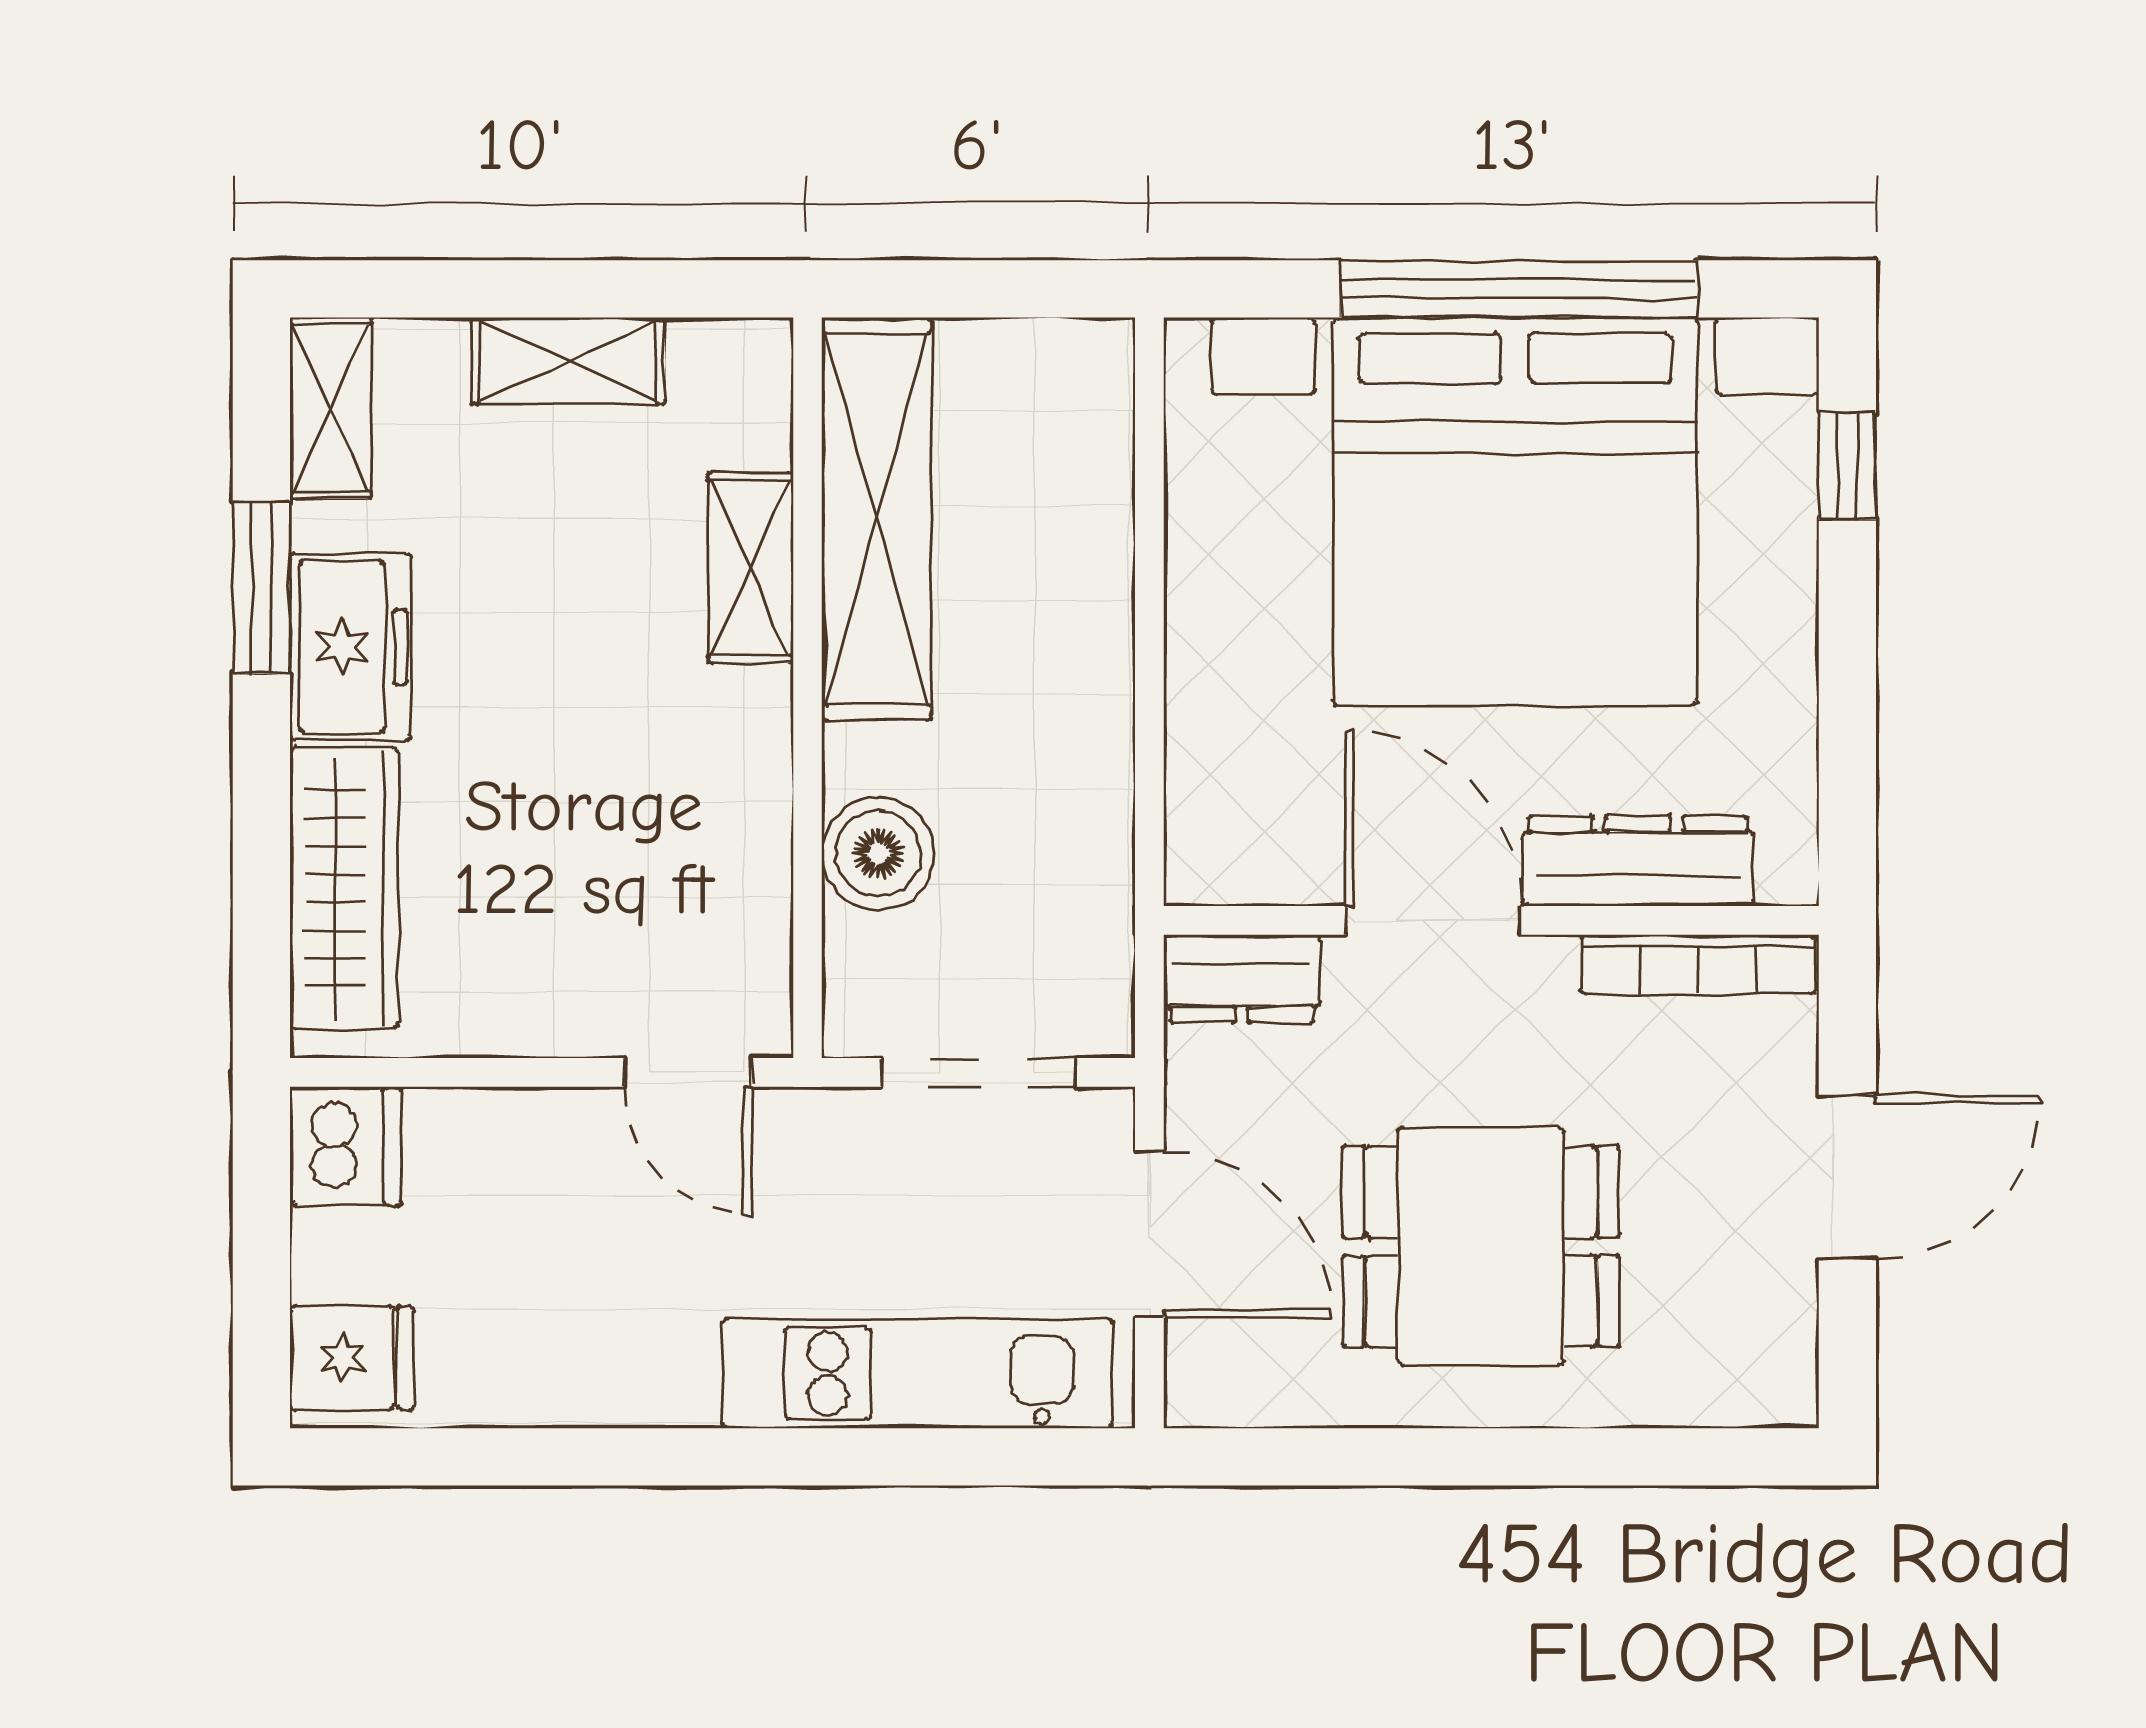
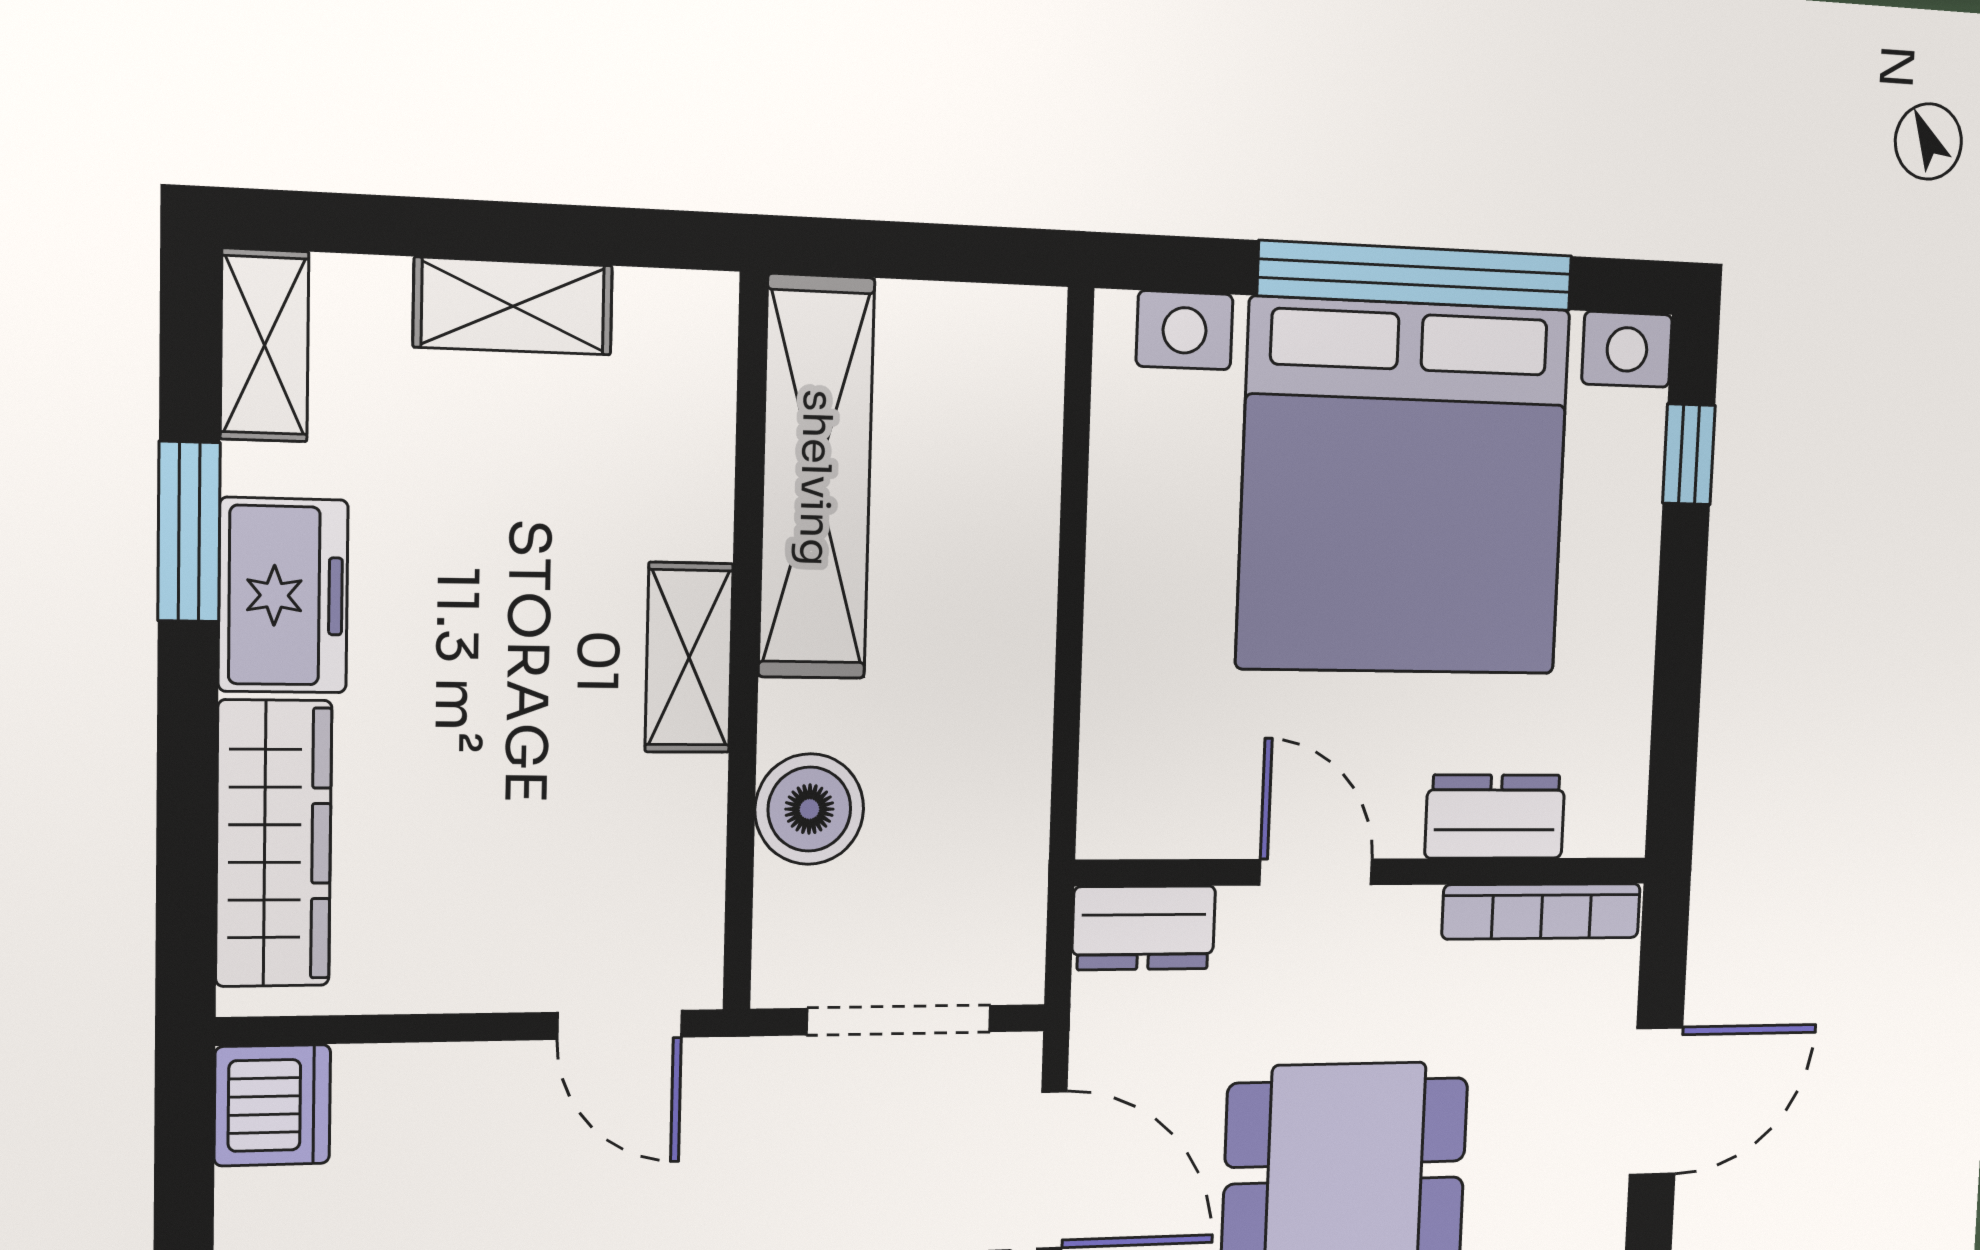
shelving: (751, 568) -> (689, 658), moved
dresser: (1638, 861) -> (1495, 817), width x0.70
door: (1433, 920) -> (1316, 872), width x0.73

